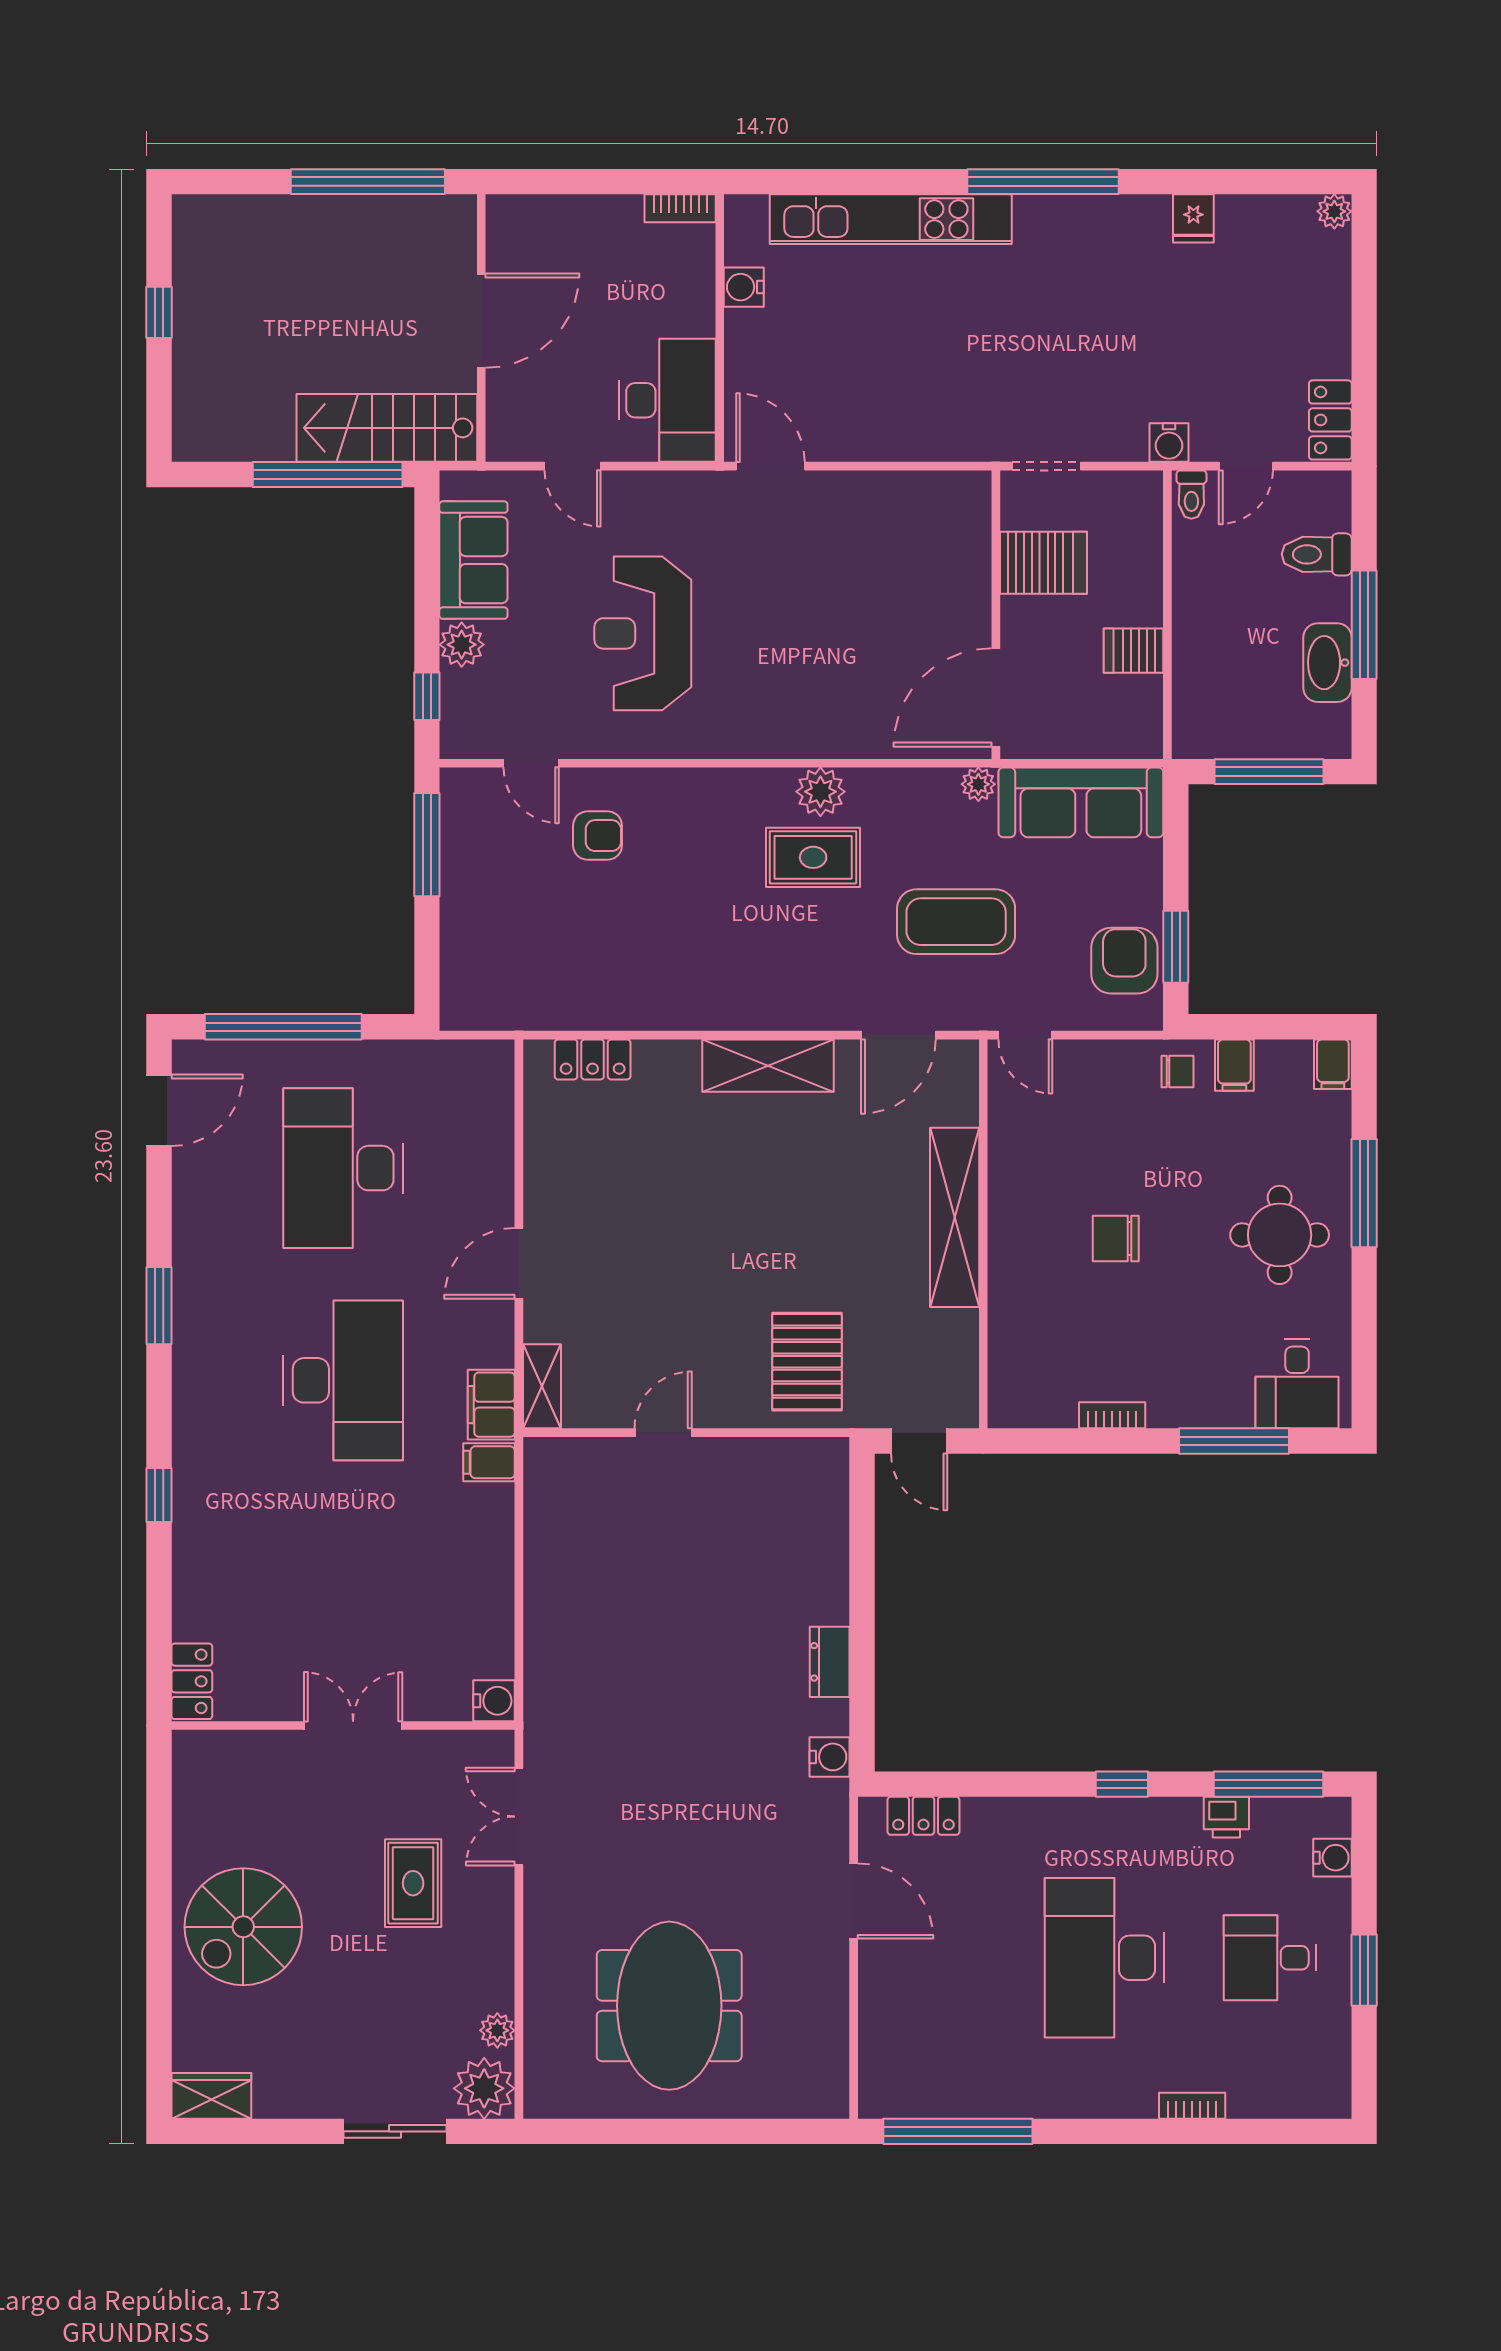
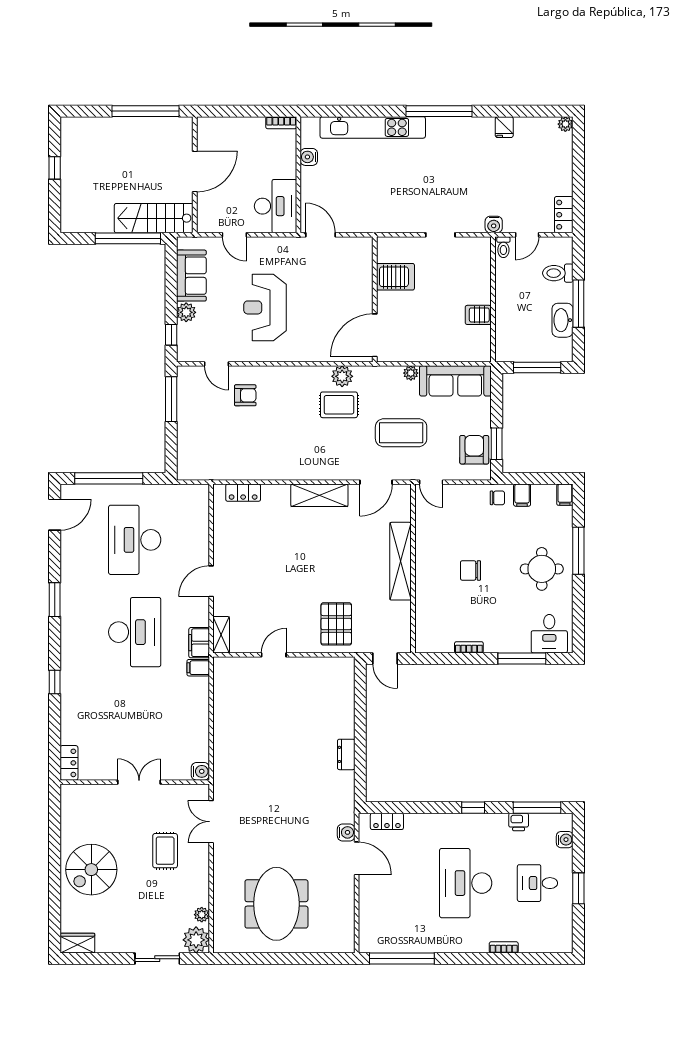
server rack: (1043, 563) -> (395, 277), moved
wall: (996, 615) -> (375, 299), moved
door: (996, 697) -> (375, 335), moved
water cooler: (830, 1757) -> (346, 832), moved

